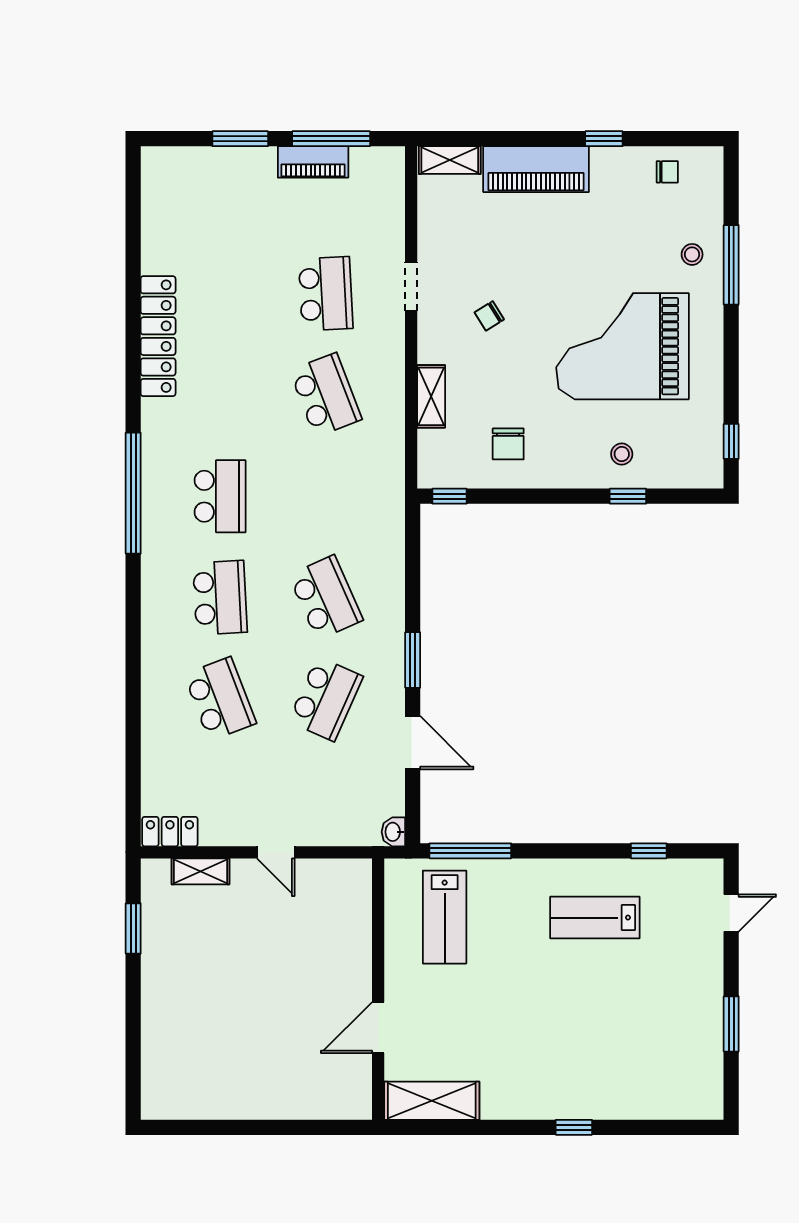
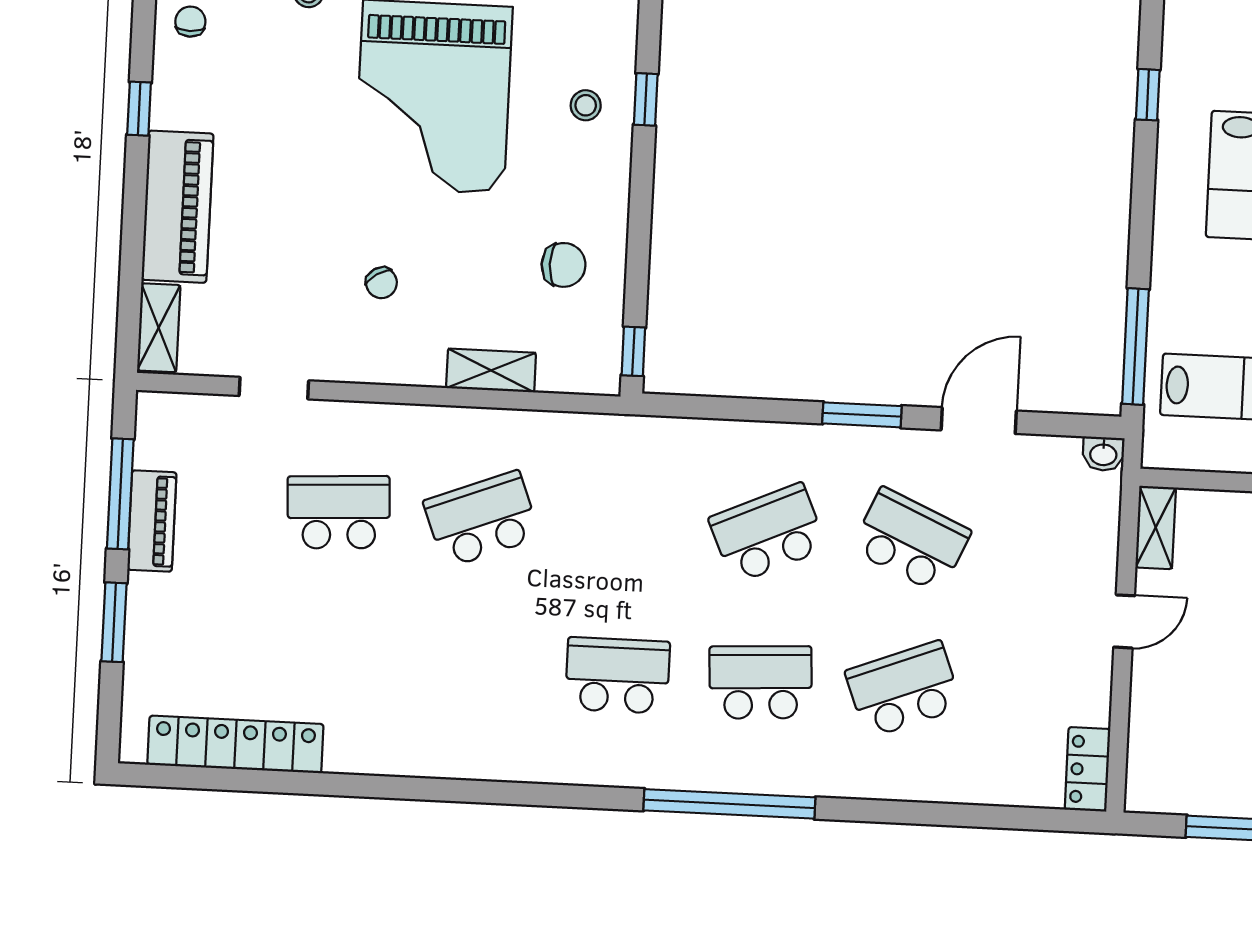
doorway: (411, 286) -> (274, 388), moved
locker: (158, 336) -> (235, 744), moved
window: (133, 493) -> (729, 804), moved
shelving: (200, 871) -> (1156, 527), moved

